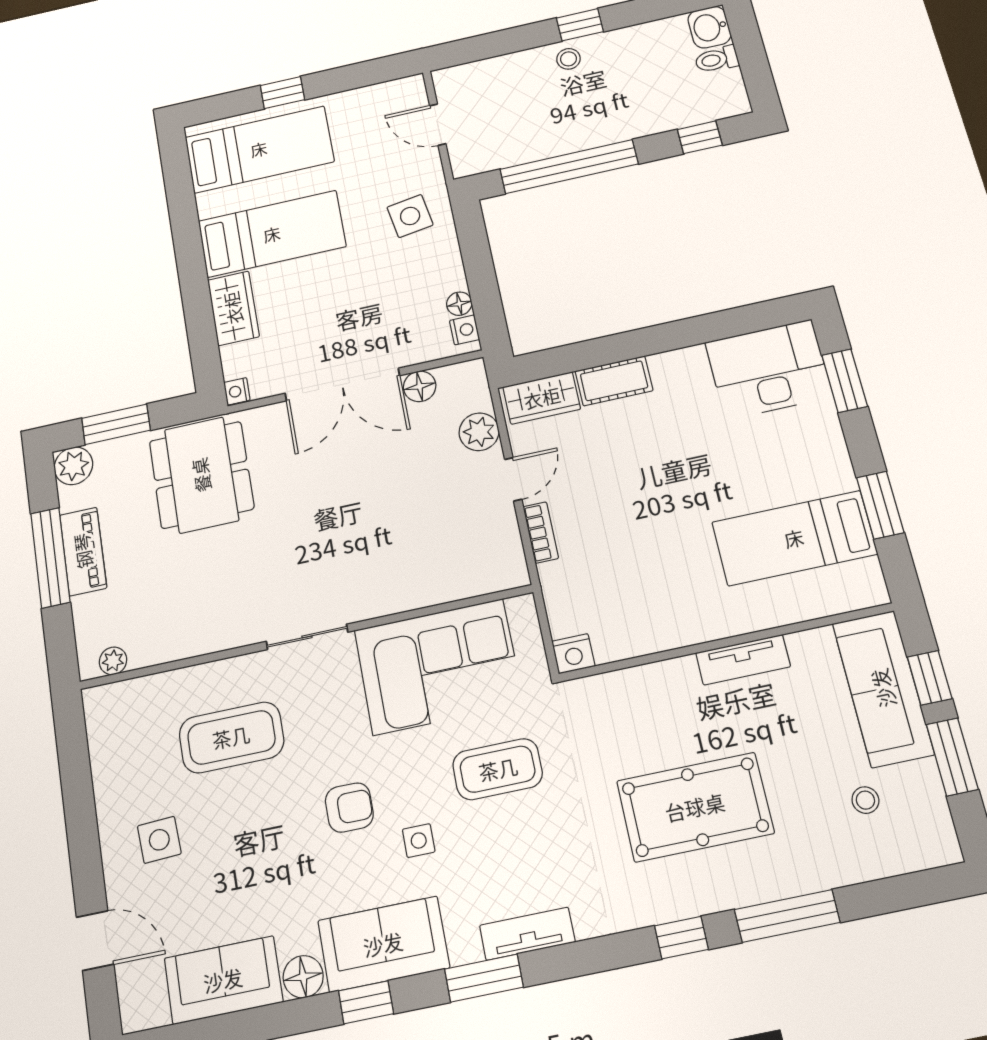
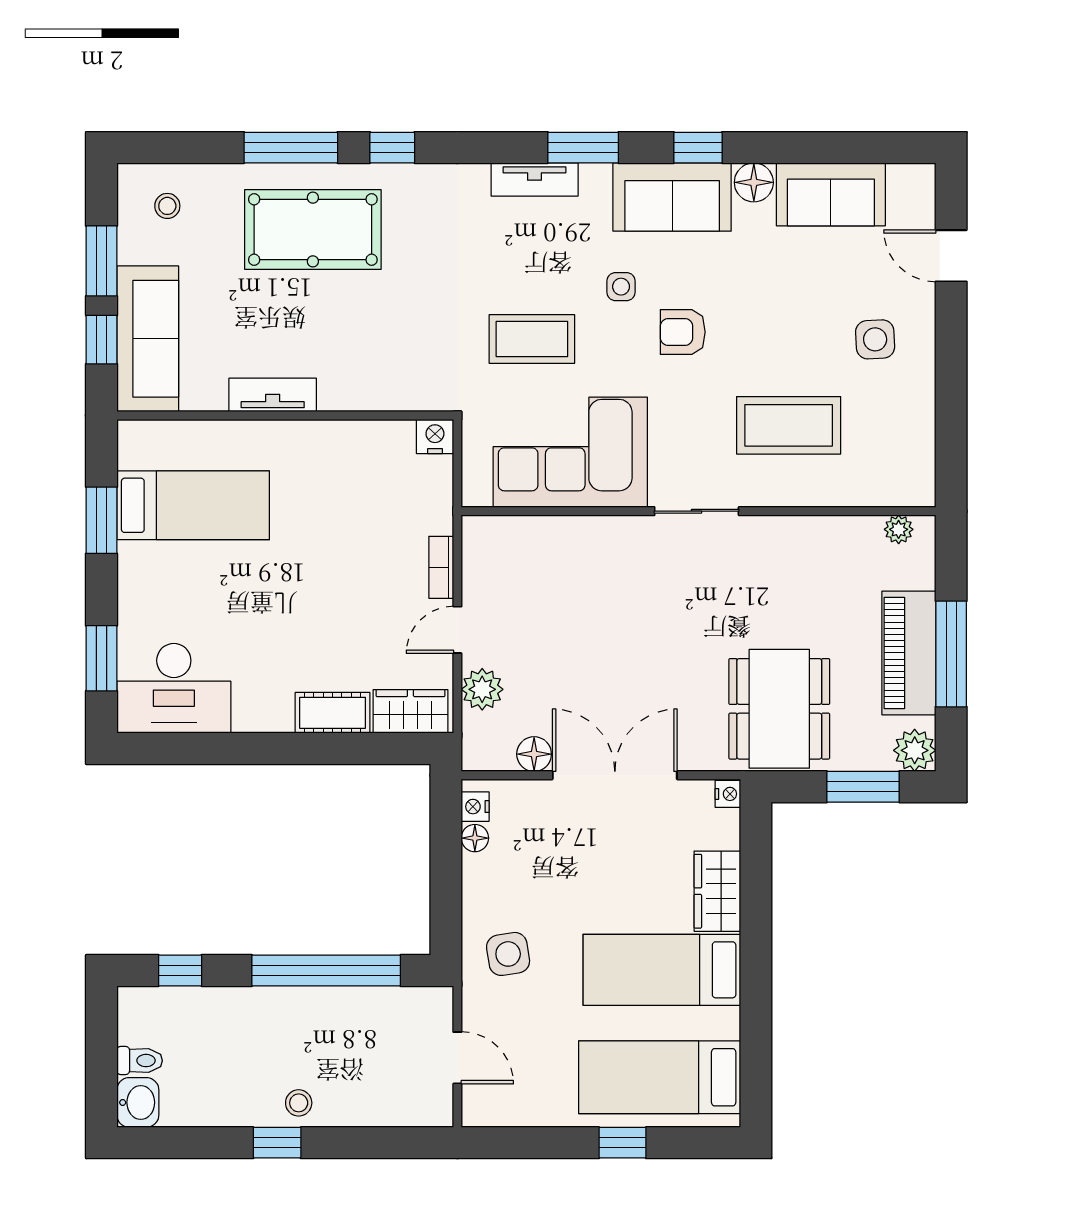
piano: (83, 551) -> (909, 653), width x1.37, depth x1.33
stool: (865, 800) -> (167, 206), moved
pool table: (695, 807) -> (313, 229), moved

